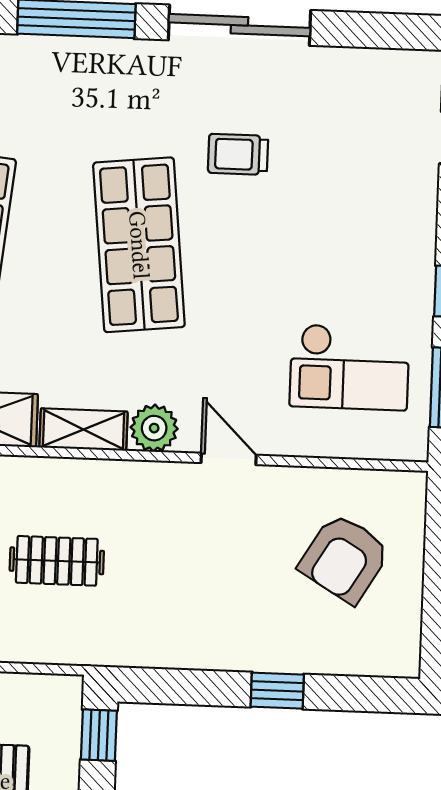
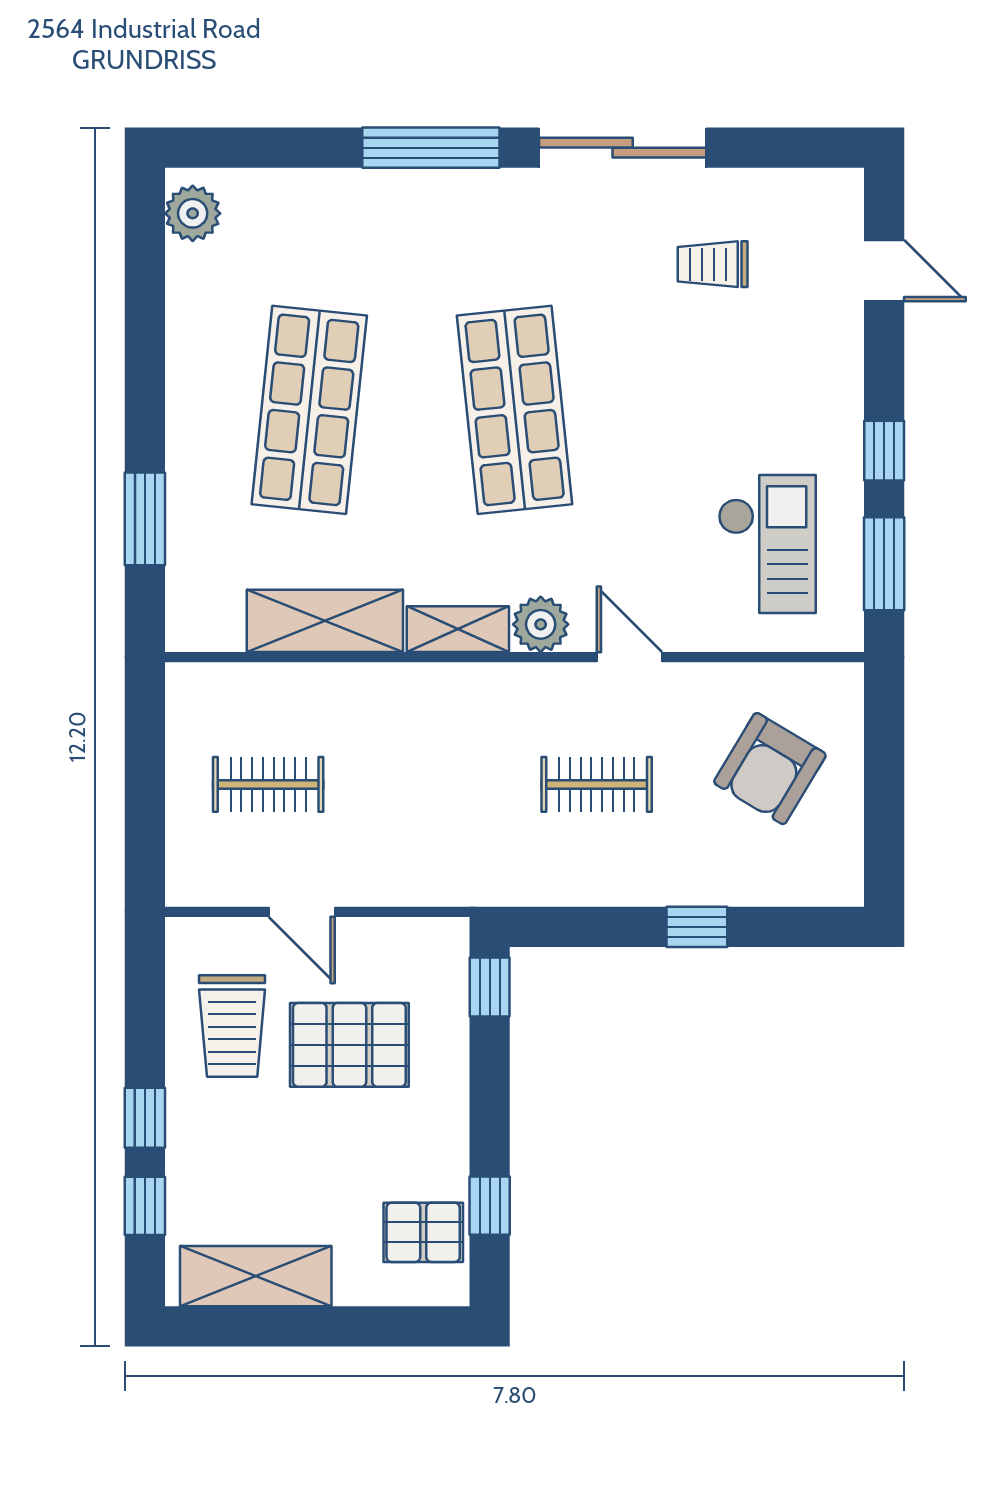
trolley: (238, 154) -> (713, 264), moved
checkout: (350, 367) -> (767, 544), turned -90
clothes rail: (57, 561) -> (597, 784), moved

